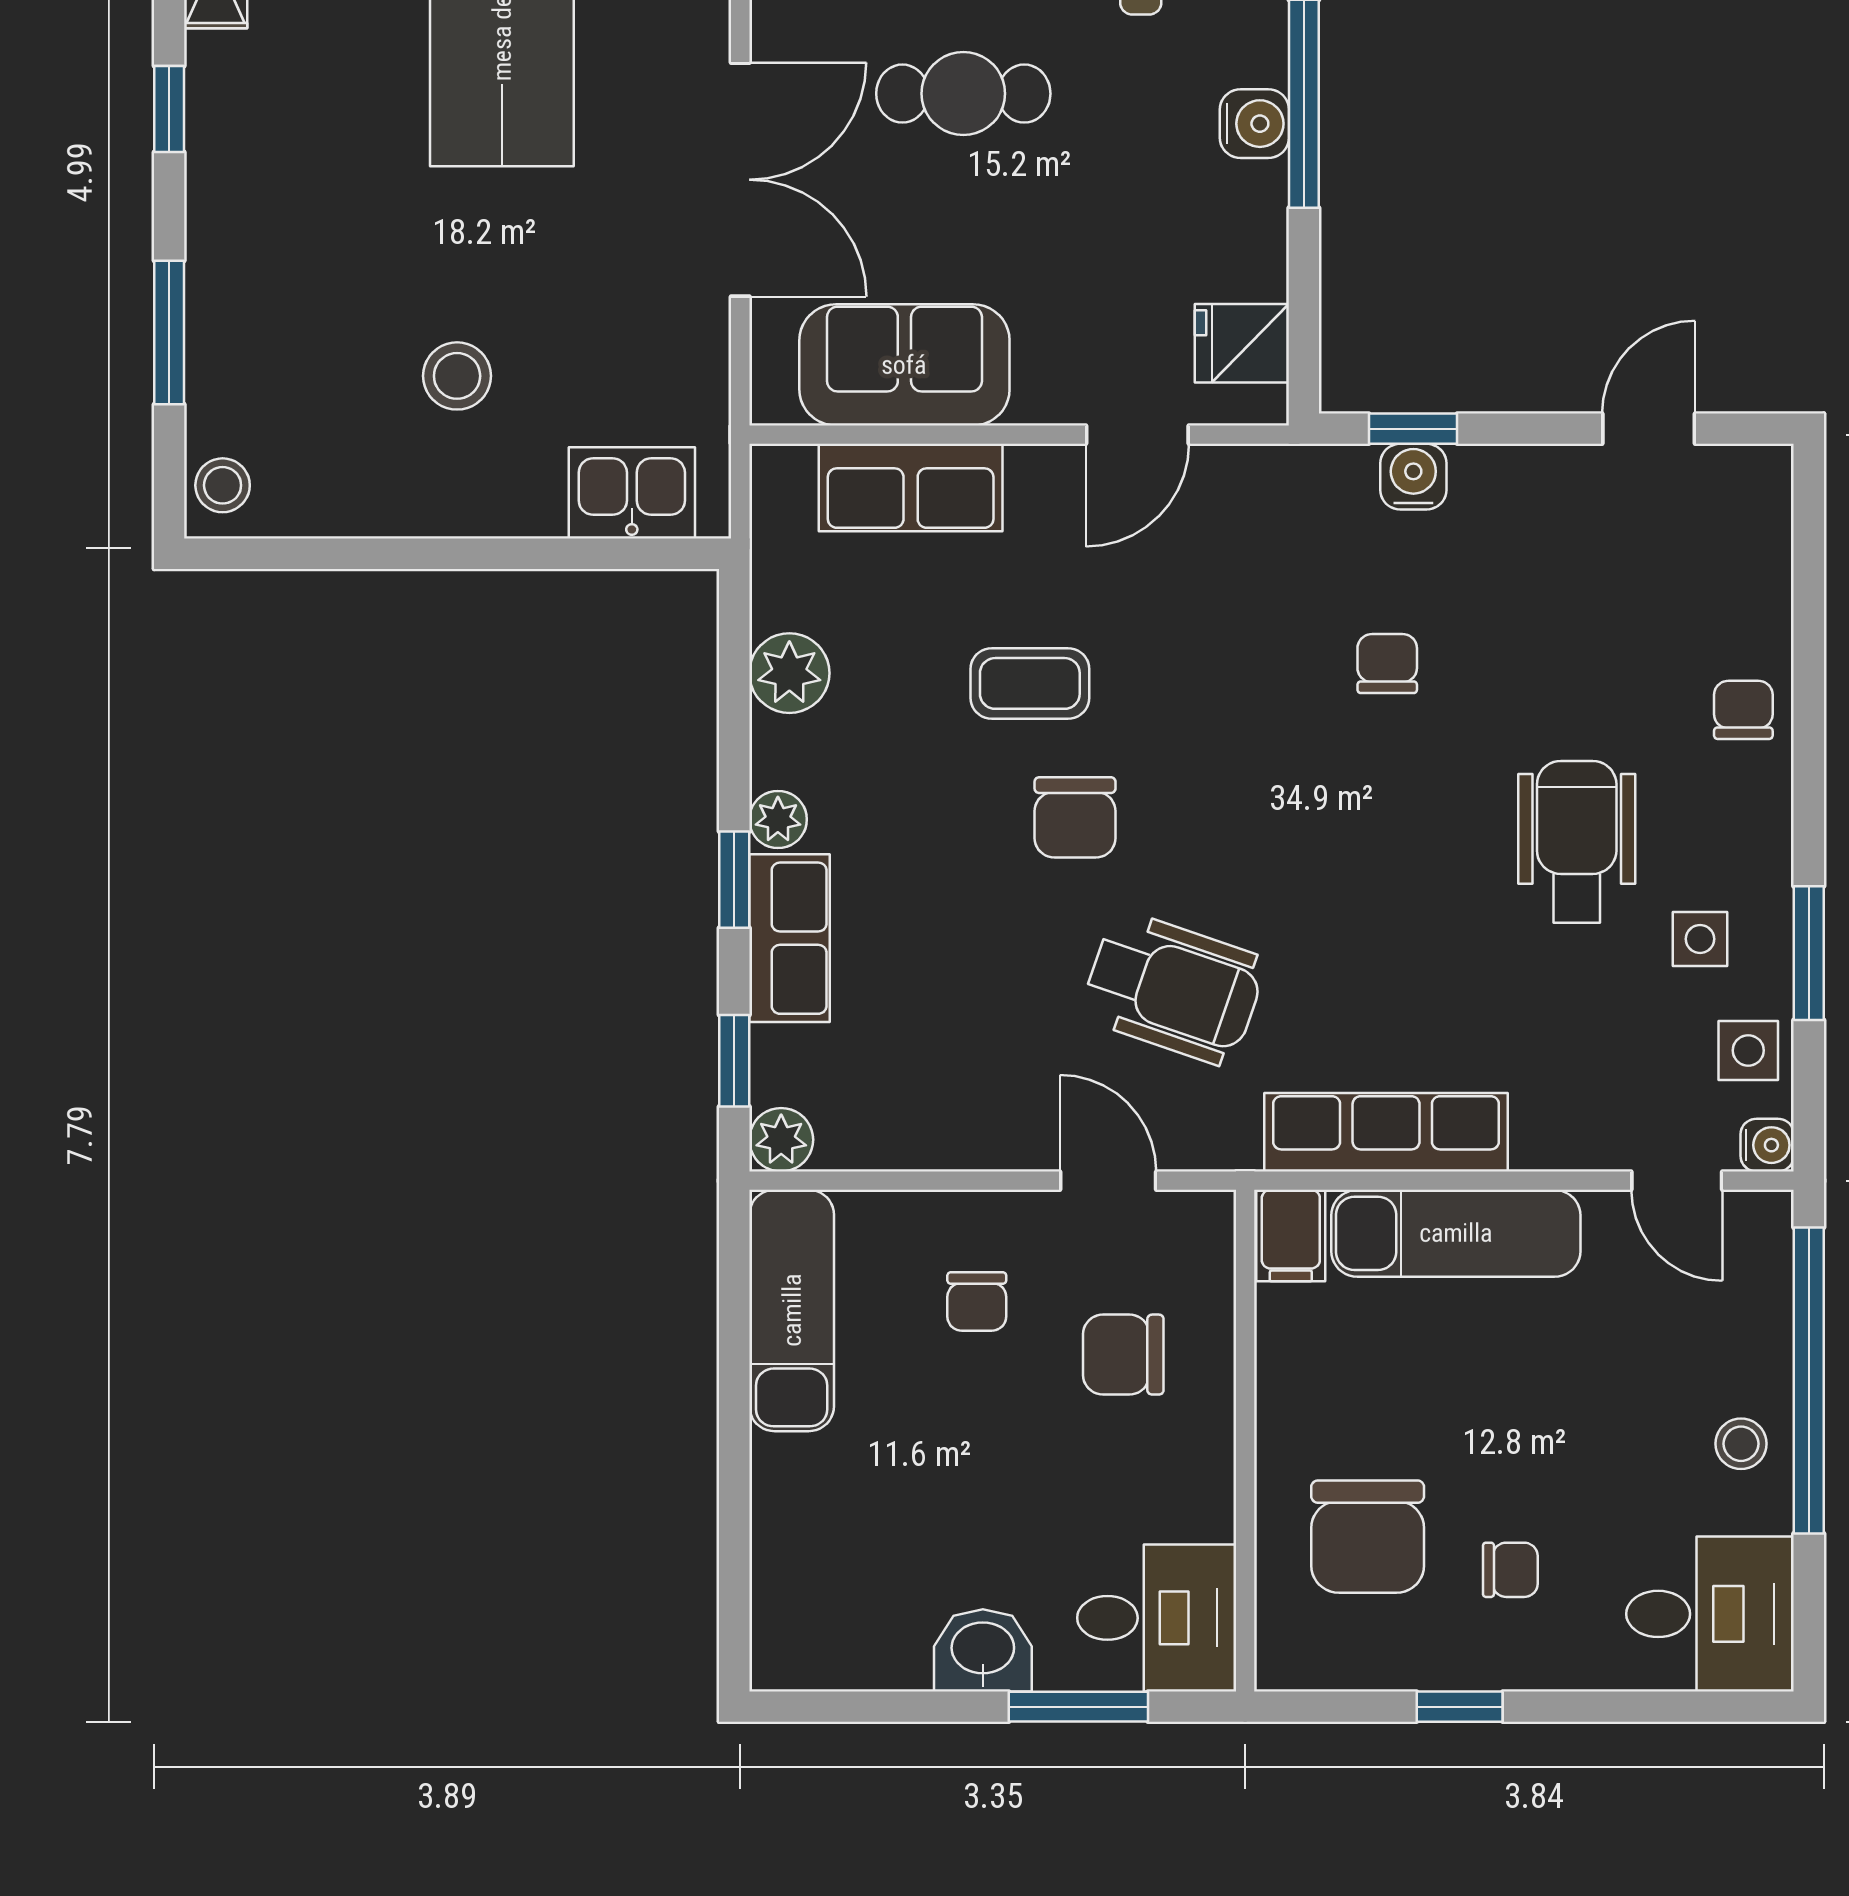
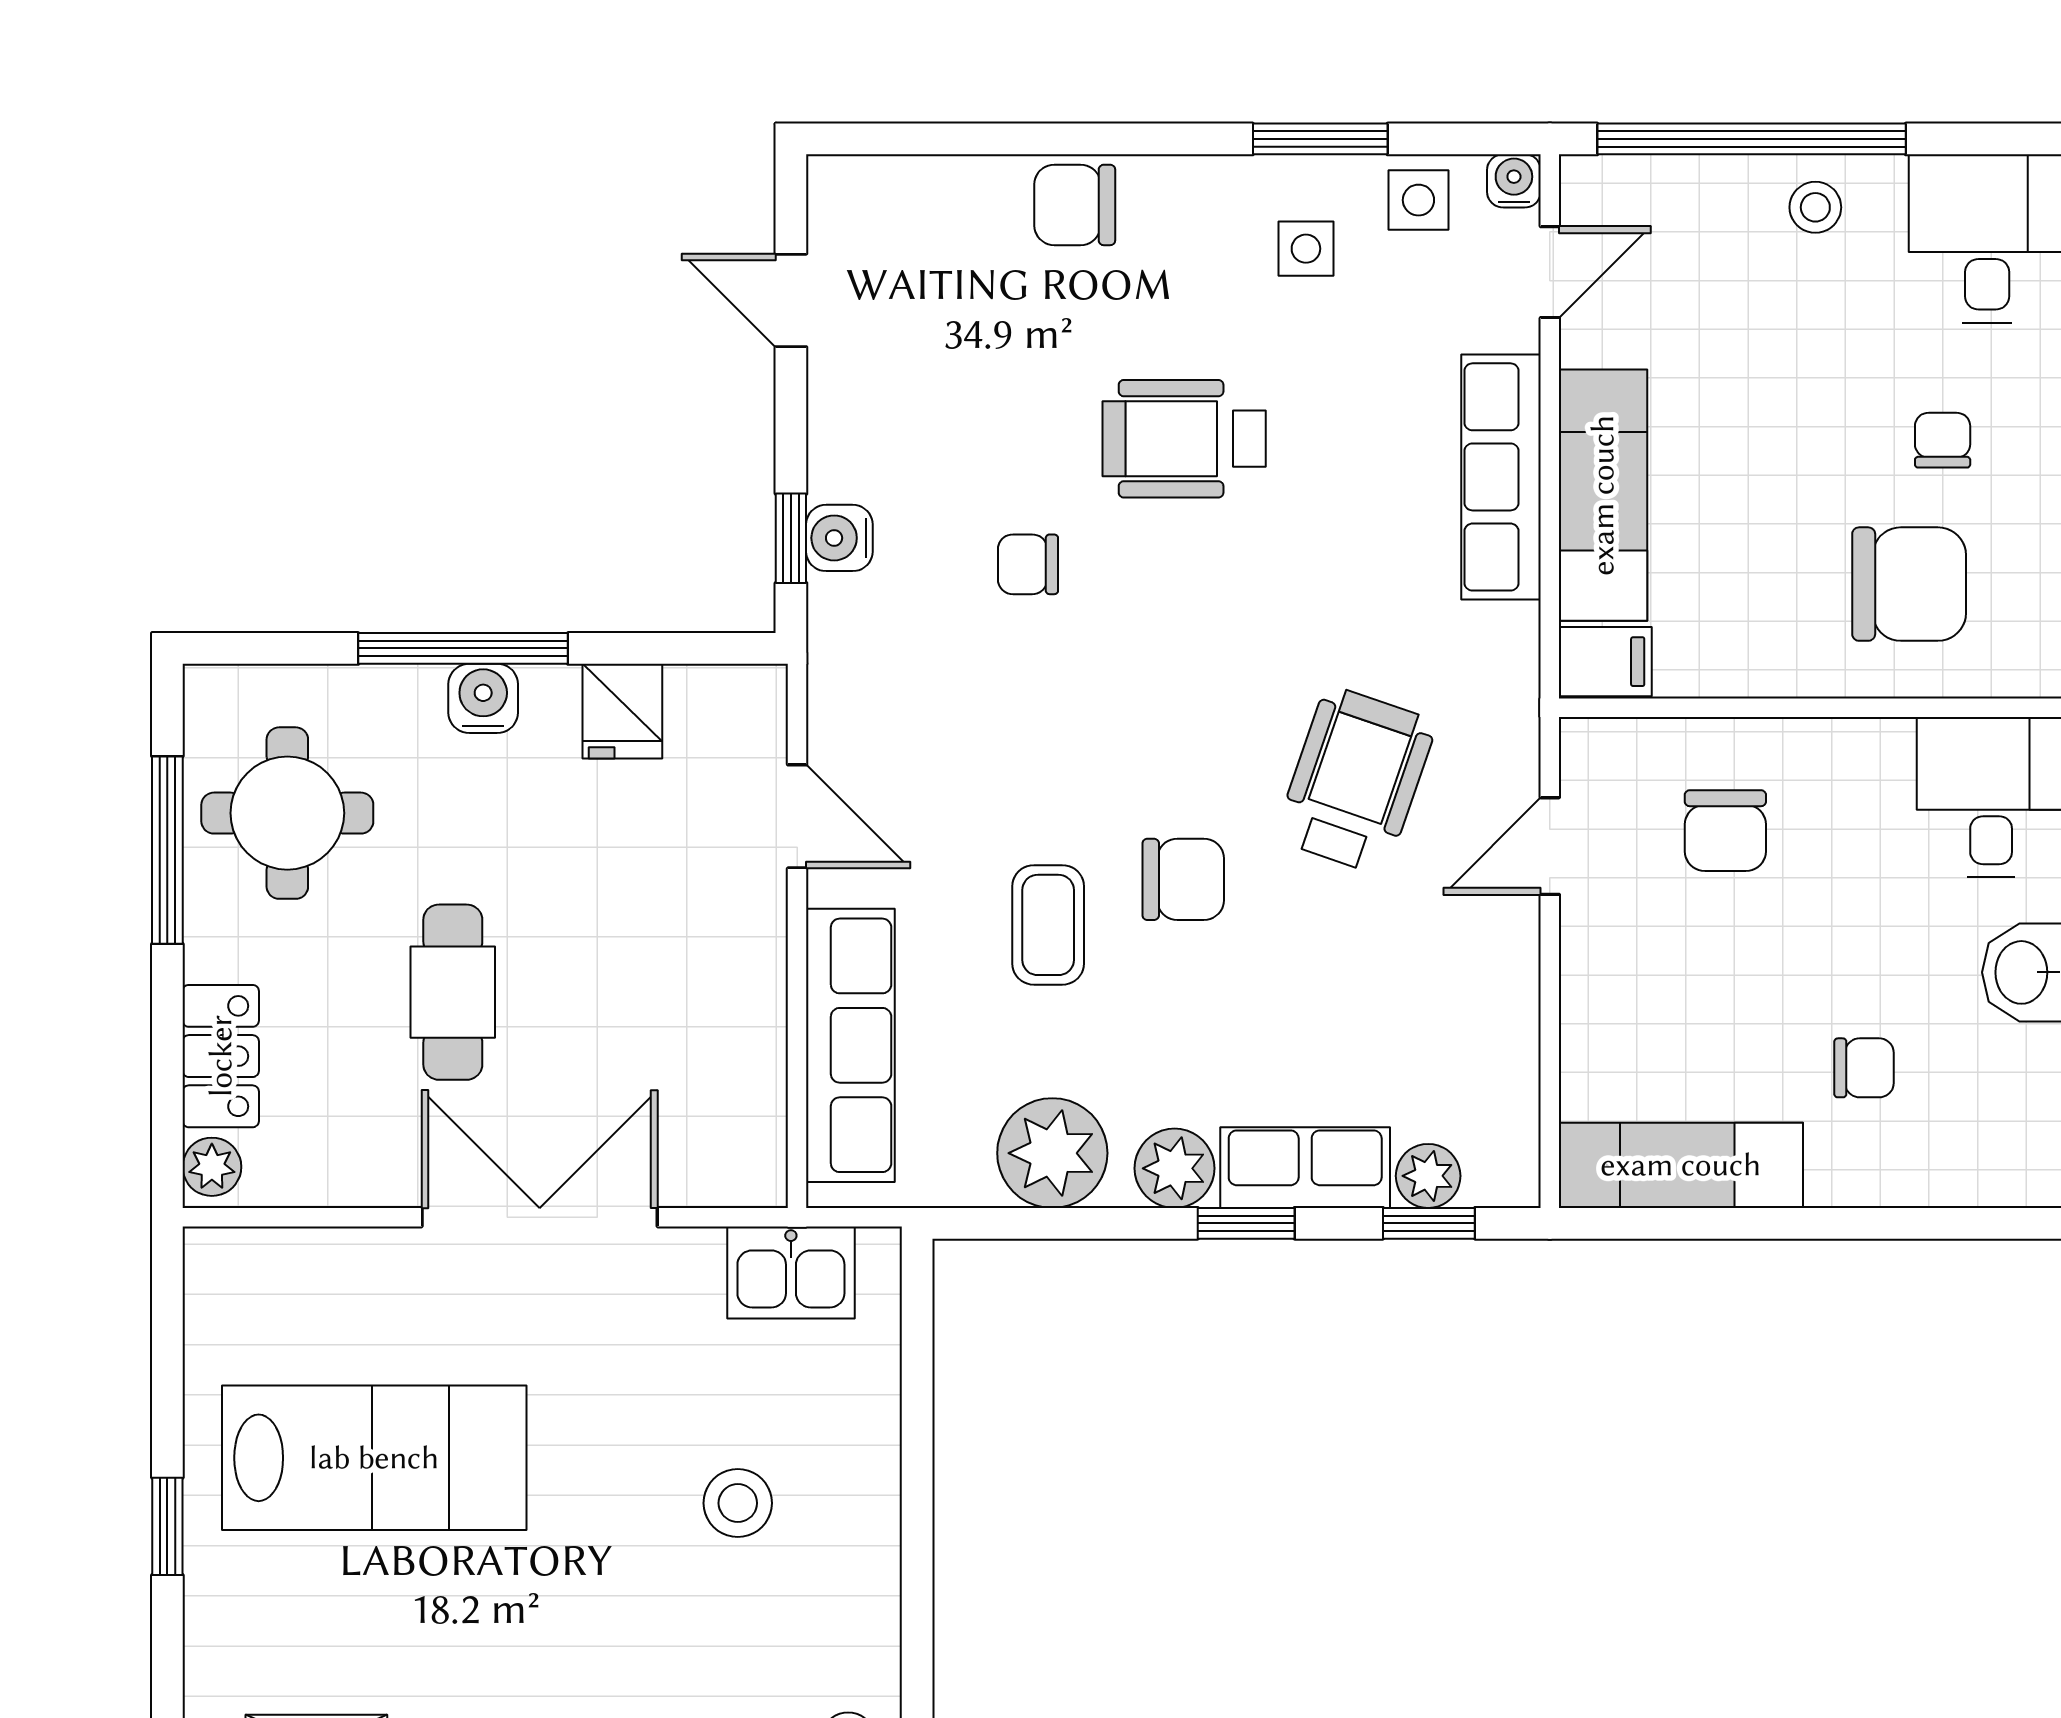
fridge: (1242, 343) -> (622, 711), moved
sofa: (904, 365) -> (727, 1052), removed
row of seats: (911, 488) -> (850, 1045), width x1.48
kitchen sink: (632, 493) -> (791, 1272), moved, turned -90
plant: (789, 673) -> (1052, 1153), width x1.36, depth x1.36
chair: (1743, 710) -> (1075, 205), width x1.37, depth x1.37
plant: (778, 819) -> (1175, 1168), width x1.38, depth x1.38
wheelchair: (1577, 842) -> (1184, 439), moved
row of seats: (1386, 1132) -> (1501, 477), moved
plant: (781, 1140) -> (1428, 1176), moved
chair: (977, 1301) -> (1864, 1068), moved

